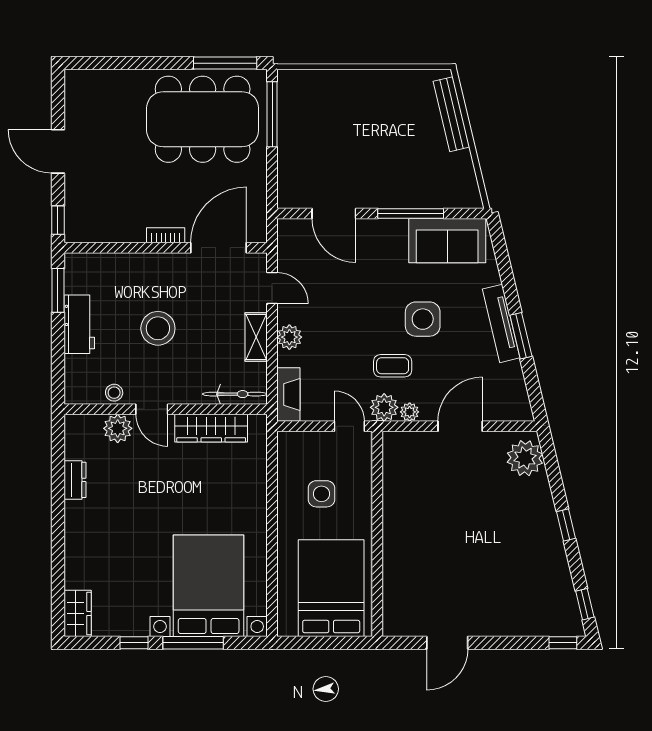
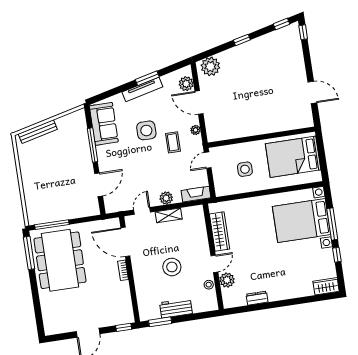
bicycle: (235, 394) -> (200, 222), removed
plant: (384, 407) -> (186, 84), moved

